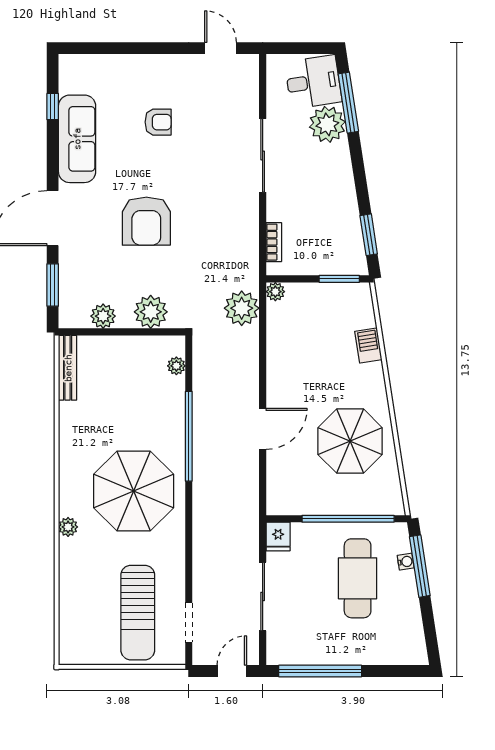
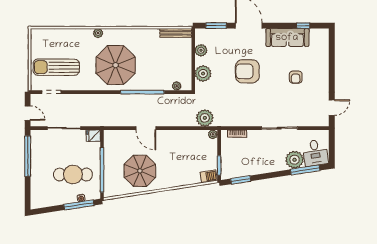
barbecue: (368, 345) -> (209, 176), moved

